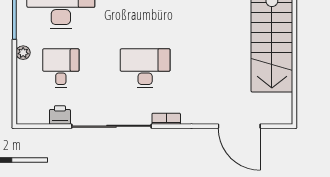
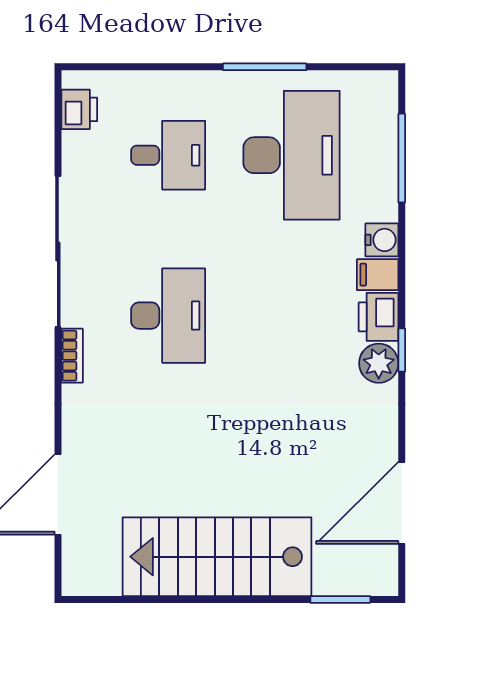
plant: (23, 53) -> (198, 83), removed
printer: (60, 115) -> (79, 109), moved

